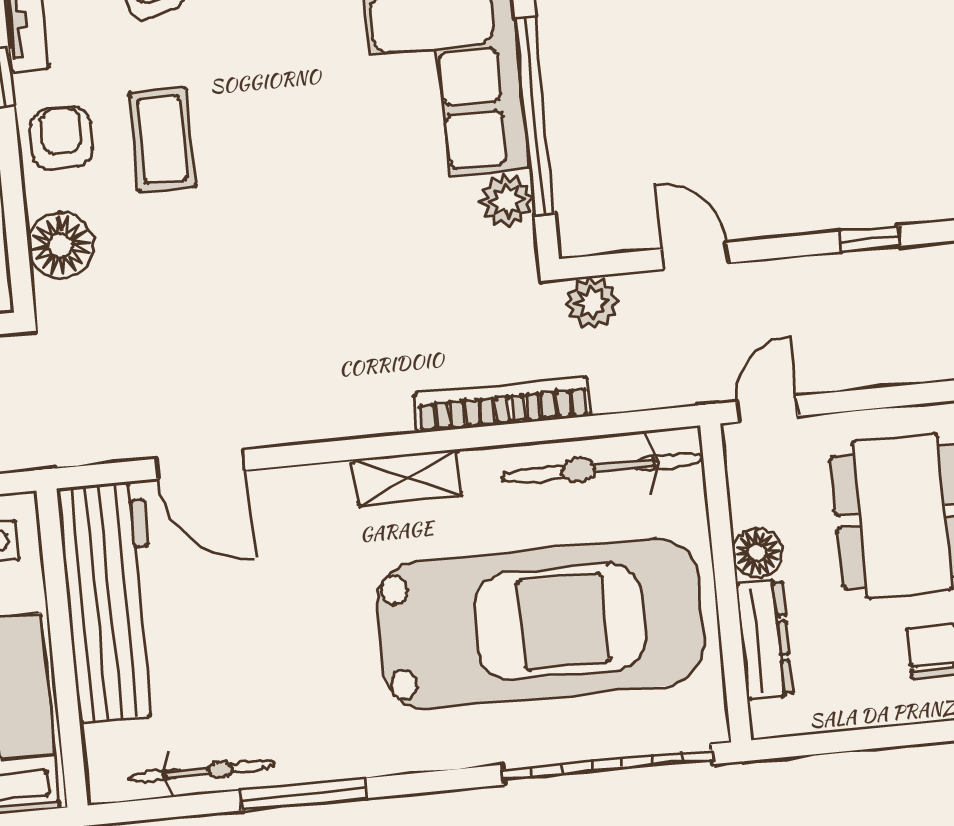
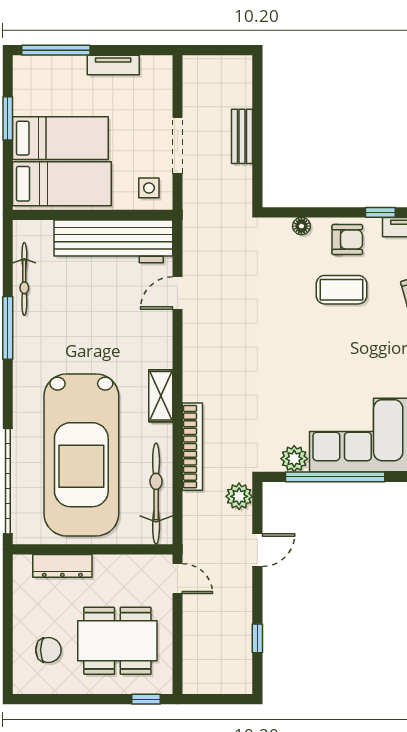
floor lamp: (61, 245) -> (301, 226), width x0.53, depth x0.53
door: (201, 464) -> (178, 293), width x0.73
floor lamp: (757, 552) -> (106, 567), removed

